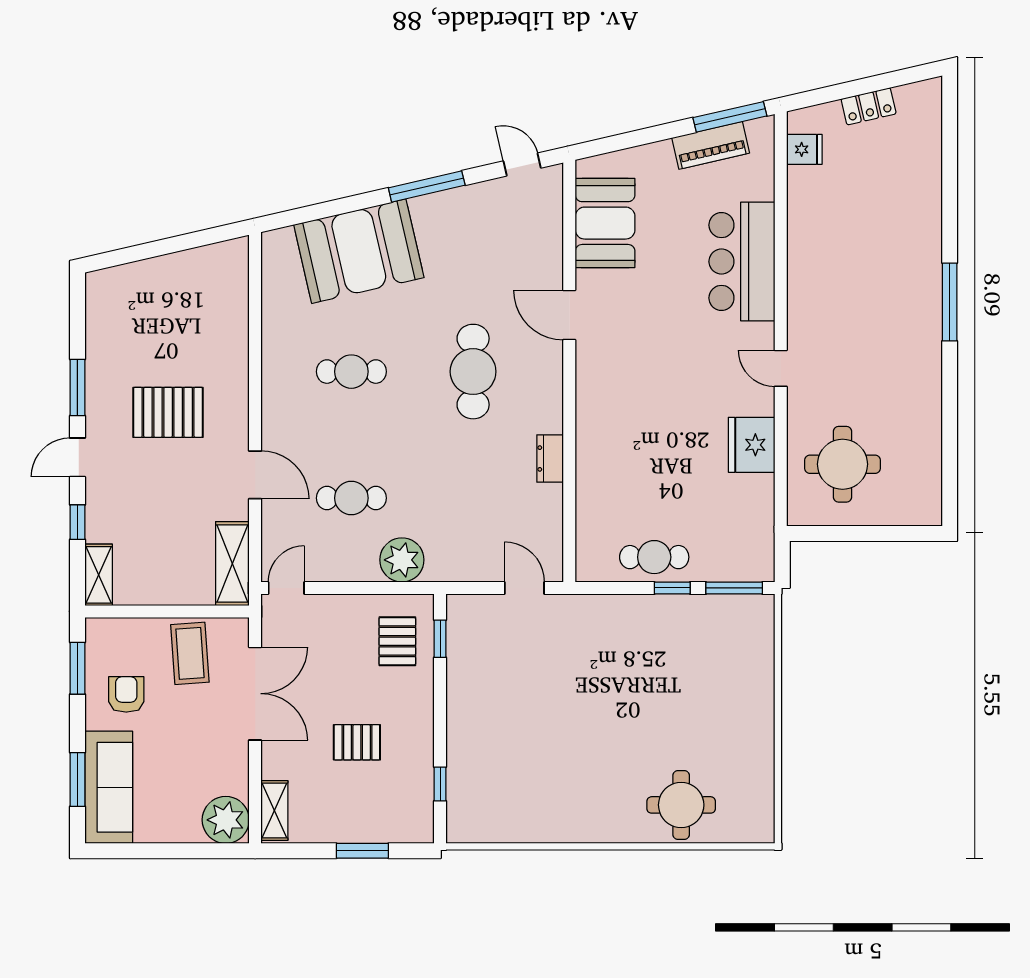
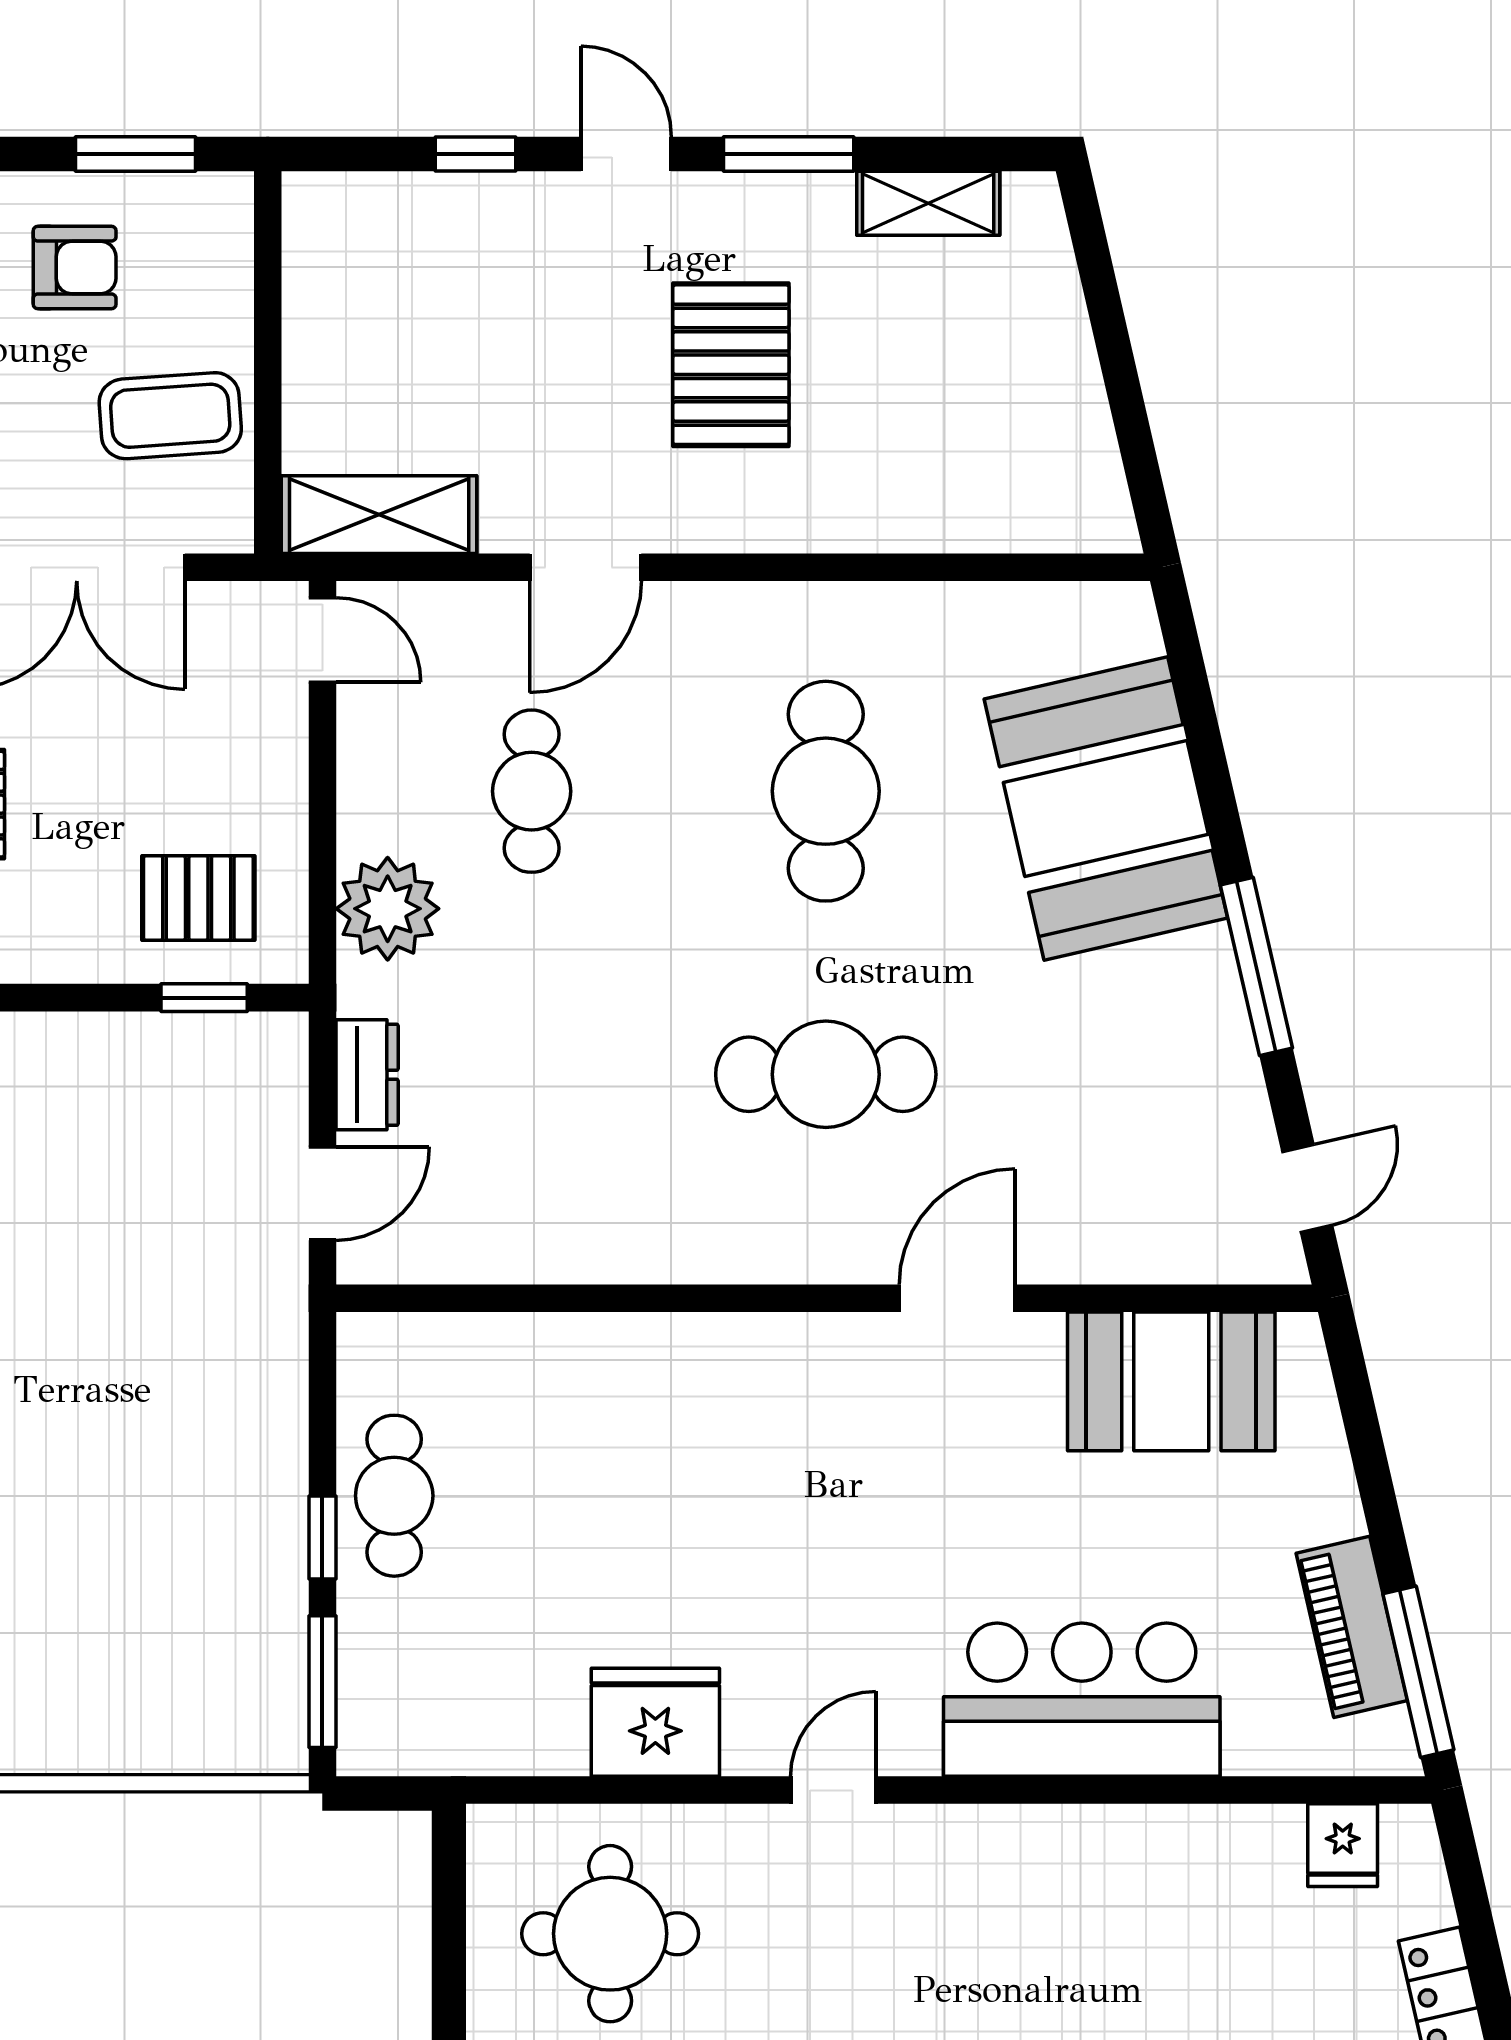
cafe table: (351, 372) -> (826, 791), width x1.37, depth x1.35
dresser: (550, 458) -> (367, 1075), moved, turned 90
shelving: (99, 575) -> (928, 203), moved

